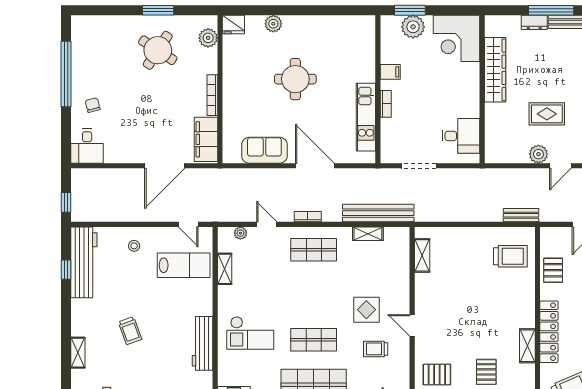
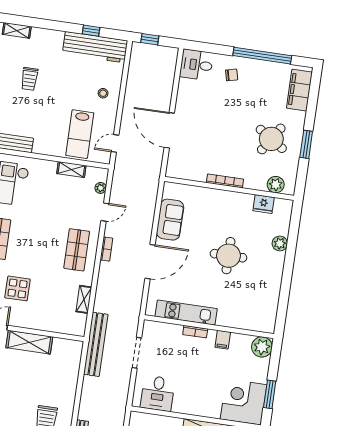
window: (410, 10) -> (270, 394), moved
fridge: (233, 25) -> (264, 204), moved, turned -90
plant: (413, 27) -> (262, 347), moved
filing cabinet: (206, 139) -> (299, 90), moved, turned -90
bench: (378, 213) -> (96, 344), moved
shelving: (422, 255) -> (29, 342), moved, width x1.50, depth x1.33
trolley: (130, 331) -> (29, 79), turned -70

